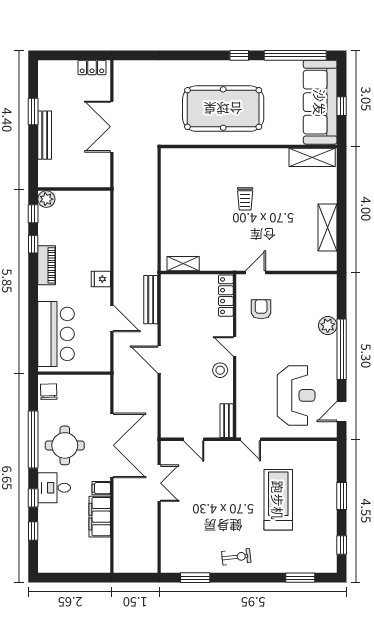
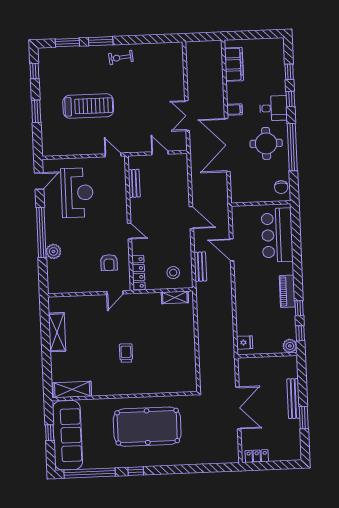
fridge: (101, 279) -> (245, 342), moved
bench: (151, 300) -> (200, 267), width x0.73
stool: (220, 370) -> (173, 273), moved
reception desk: (296, 395) -> (77, 193), turned 180
bench: (227, 421) -> (134, 183), moved
treadmill: (278, 500) -> (88, 106), turned -90
filing cabinet: (100, 517) -> (234, 64), moved
window: (195, 578) -> (101, 41), moved

